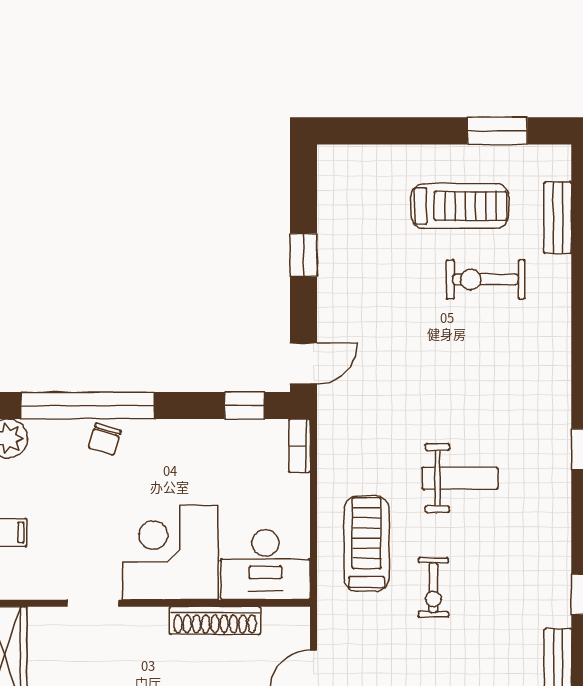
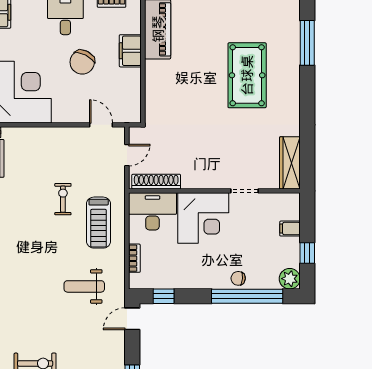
chair: (105, 439) -> (238, 278), turned -102
bookcase: (299, 446) -> (134, 258), moved
weight bench: (460, 478) -> (84, 286), moved
shoe rack: (215, 621) -> (156, 182), moved

